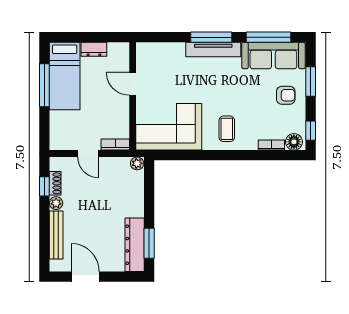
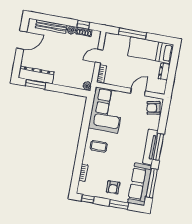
armchair: (152, 55) -> (153, 108), added
window: (44, 85) -> (132, 34), moved
floor lamp: (294, 142) -> (83, 187), removed

